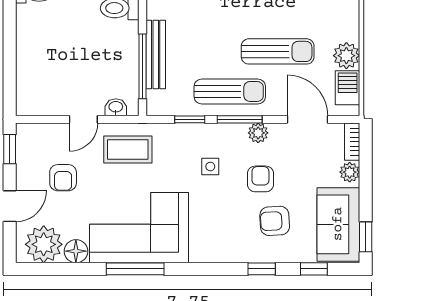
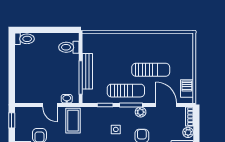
plant: (346, 56) -> (186, 72), removed
door: (83, 119) -> (50, 105), hinge flipped
coffee table: (128, 149) -> (73, 121), turned 90

